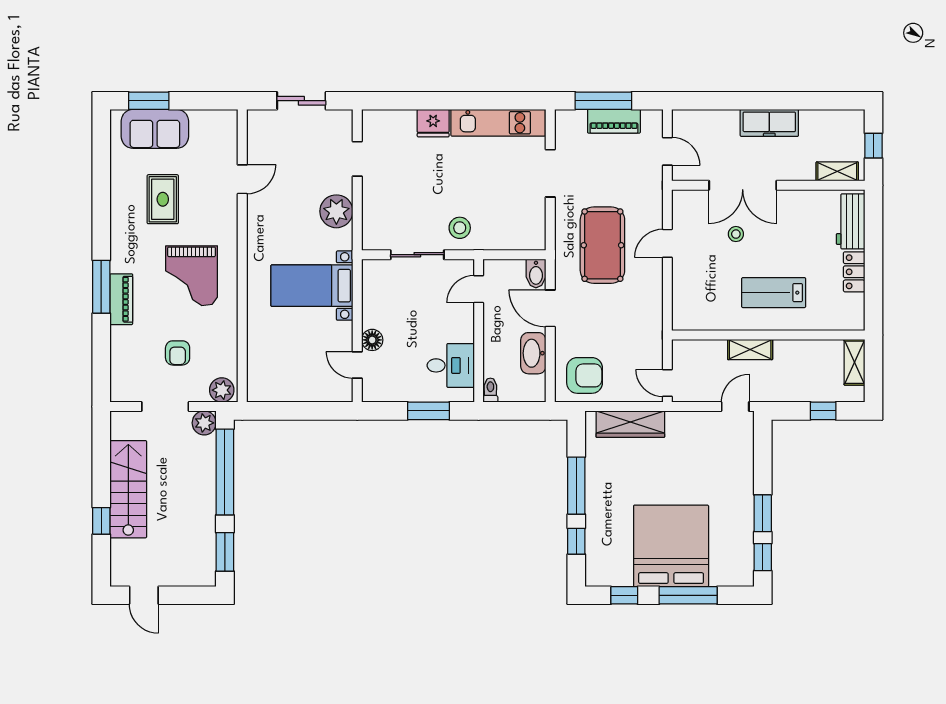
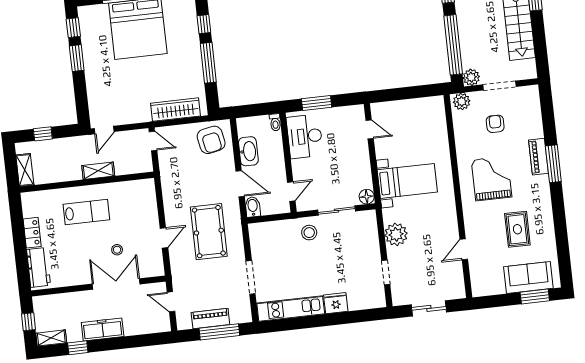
window: (807, 101) -> (78, 348), added
shelving: (837, 171) -> (51, 338), moved
floor lamp: (372, 340) -> (367, 197), moved
desk: (451, 365) -> (305, 136), width x1.37
armchair: (585, 375) -> (211, 140), turned -101

